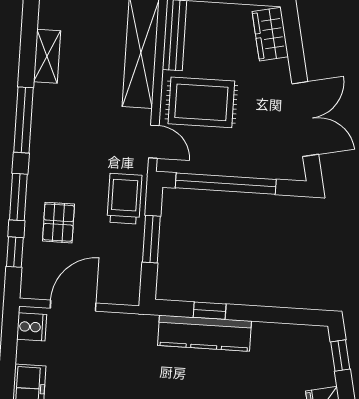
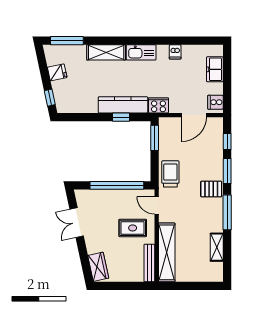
rug: (201, 102) -> (133, 228), width x0.73, depth x0.70
double door: (305, 119) -> (77, 223), width x0.73
trolley: (124, 199) -> (170, 174), turned 180
pallet: (58, 223) -> (211, 189), moved, turned 90
window: (151, 239) -> (155, 138), moved
cooker: (138, 328) -> (158, 105), added

